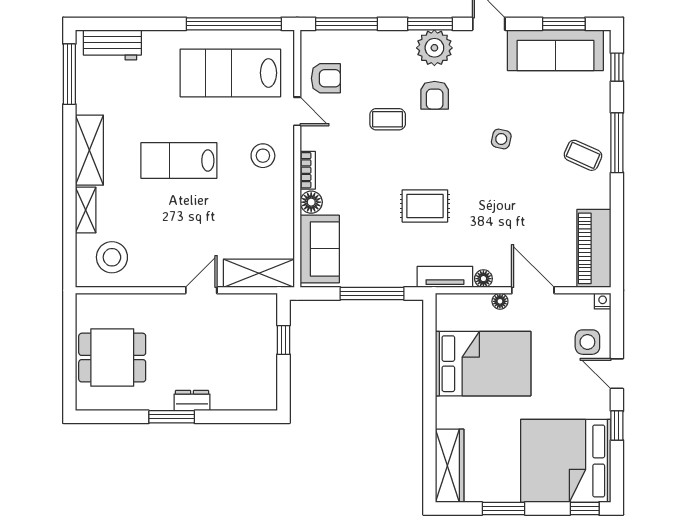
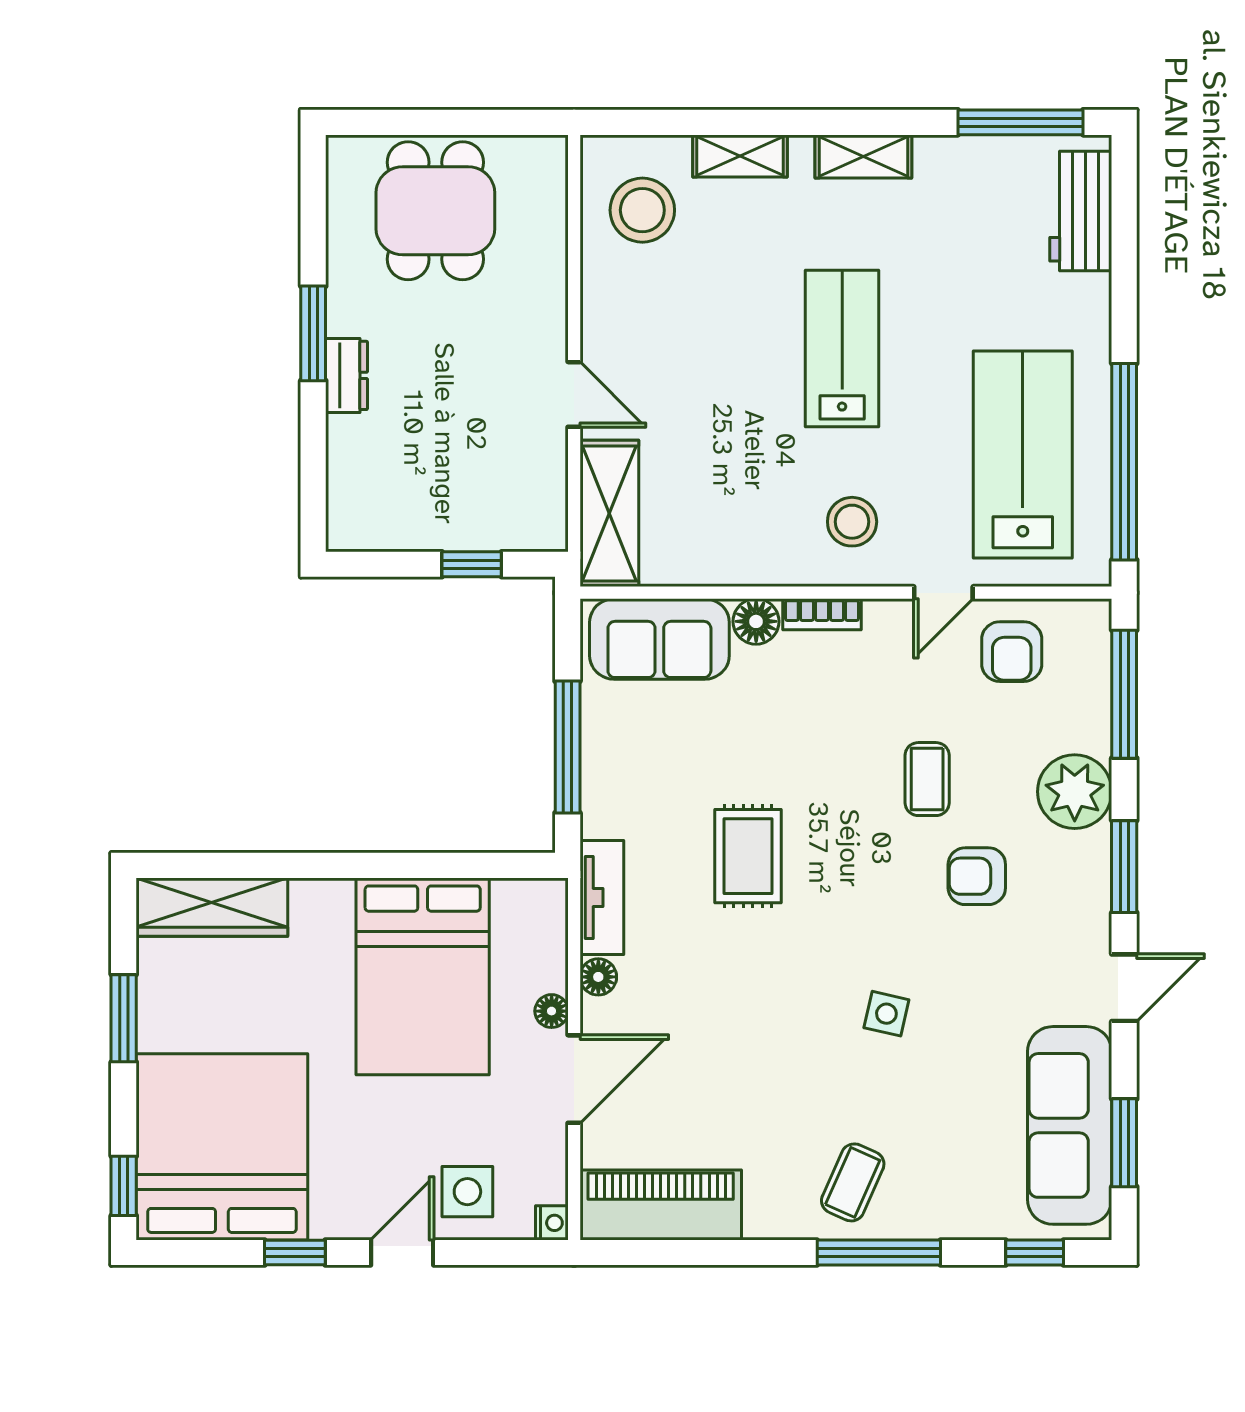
plant: (434, 48) -> (1075, 792), moved
shelving: (89, 150) -> (863, 157), width x0.67, depth x0.75

